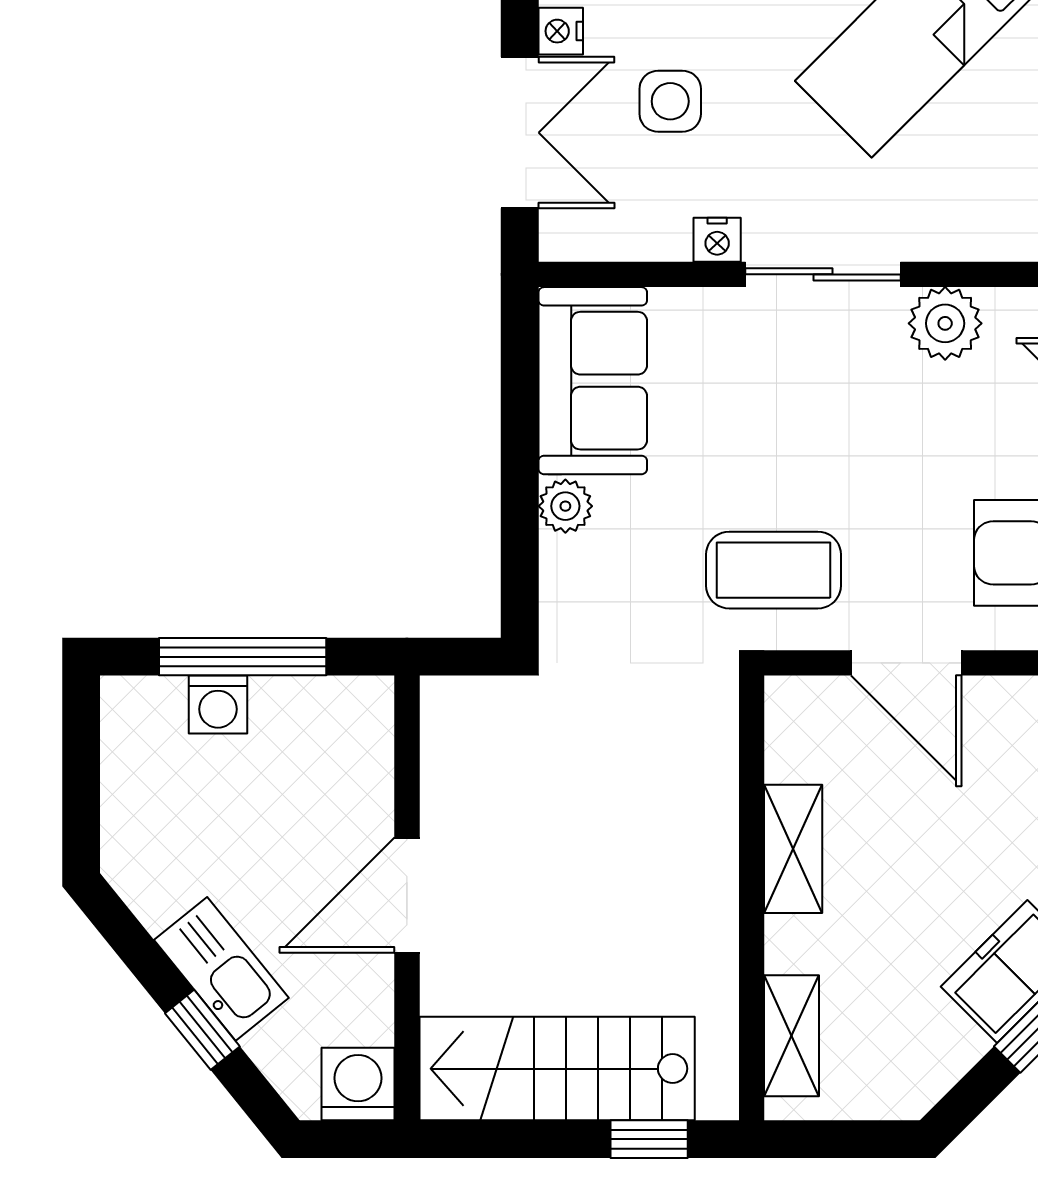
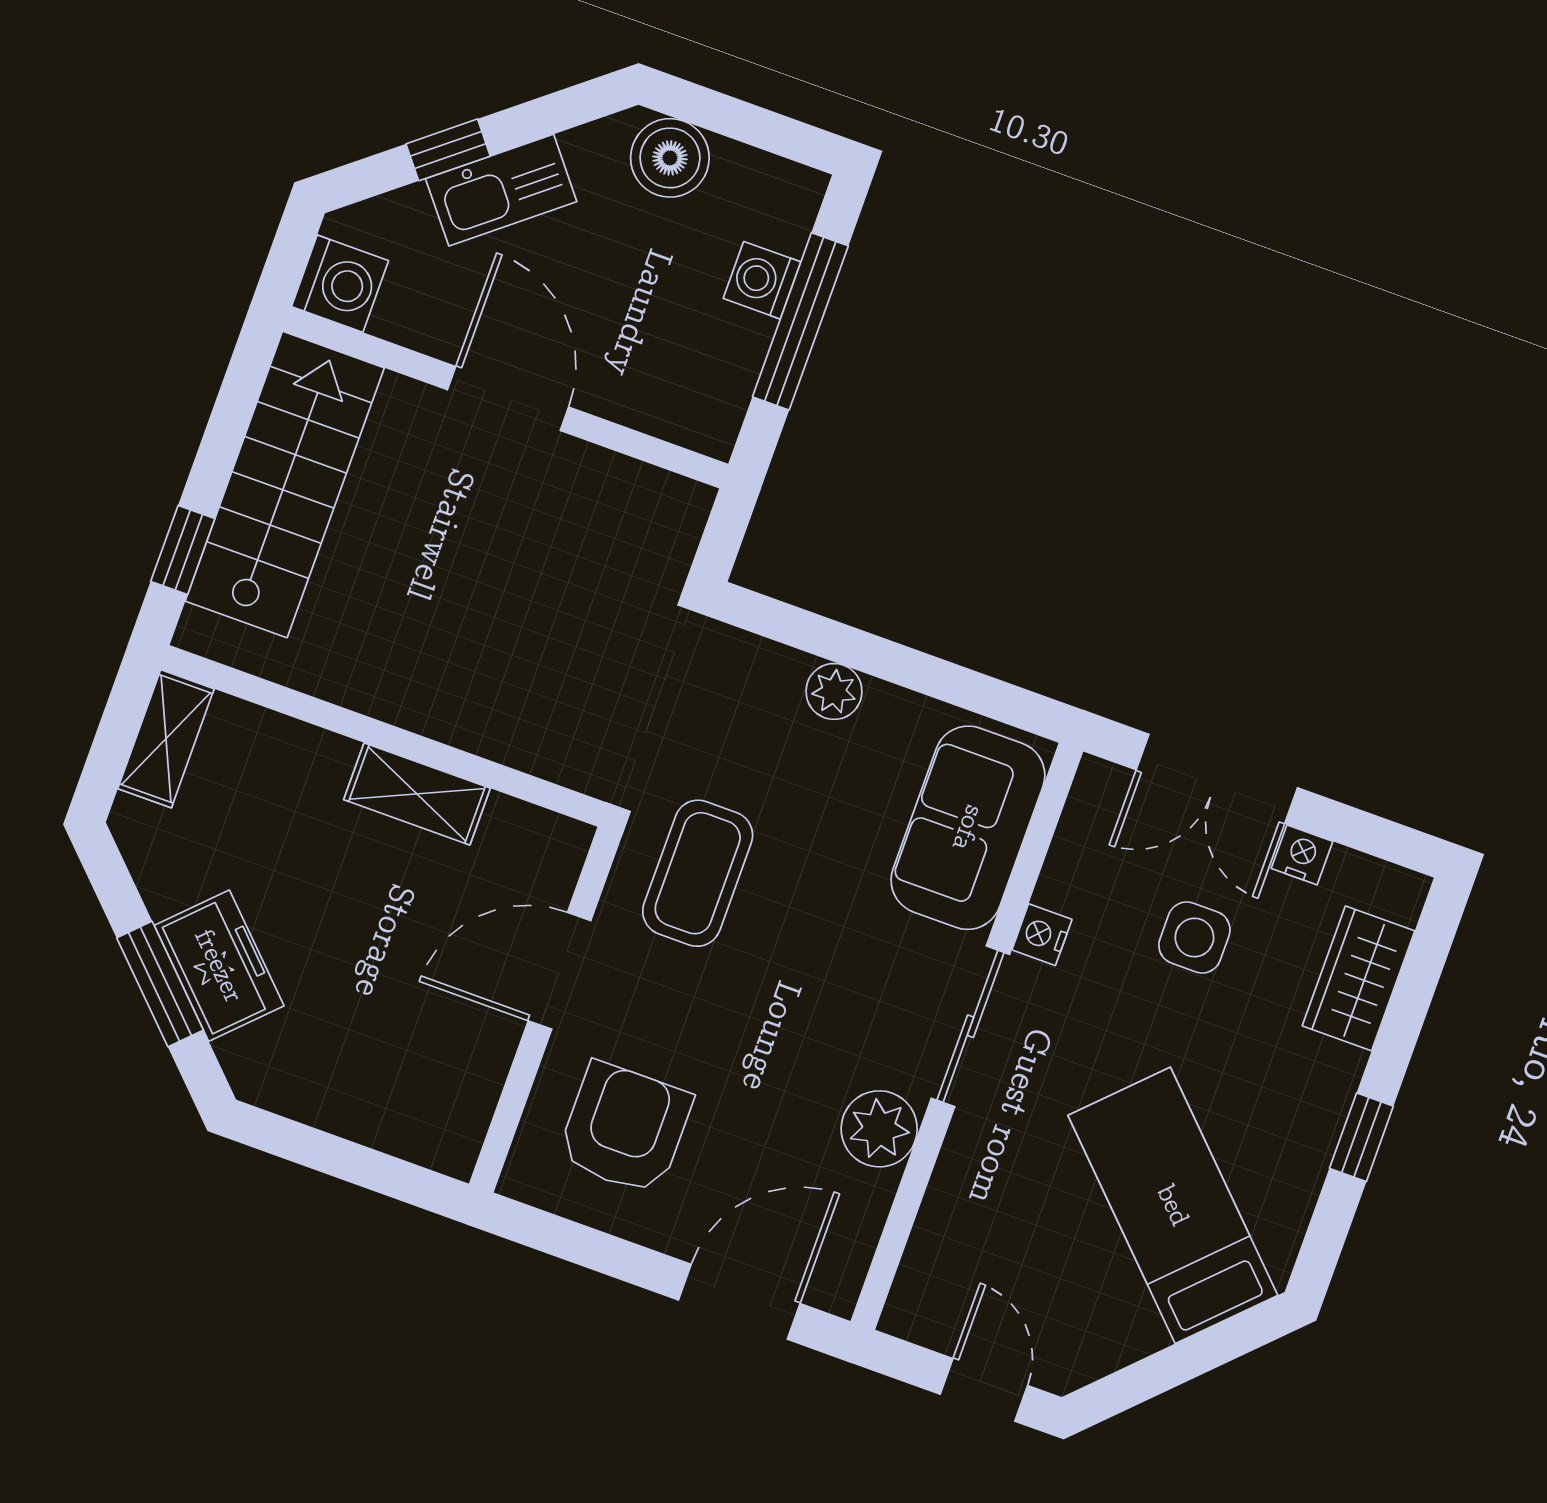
sofa: (593, 381) -> (968, 828), moved, turned 90
boiler: (138, 827) -> (670, 158), added
shelving: (791, 1036) -> (166, 739), moved, turned 90

